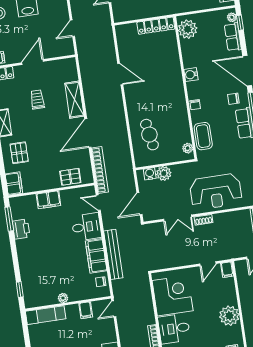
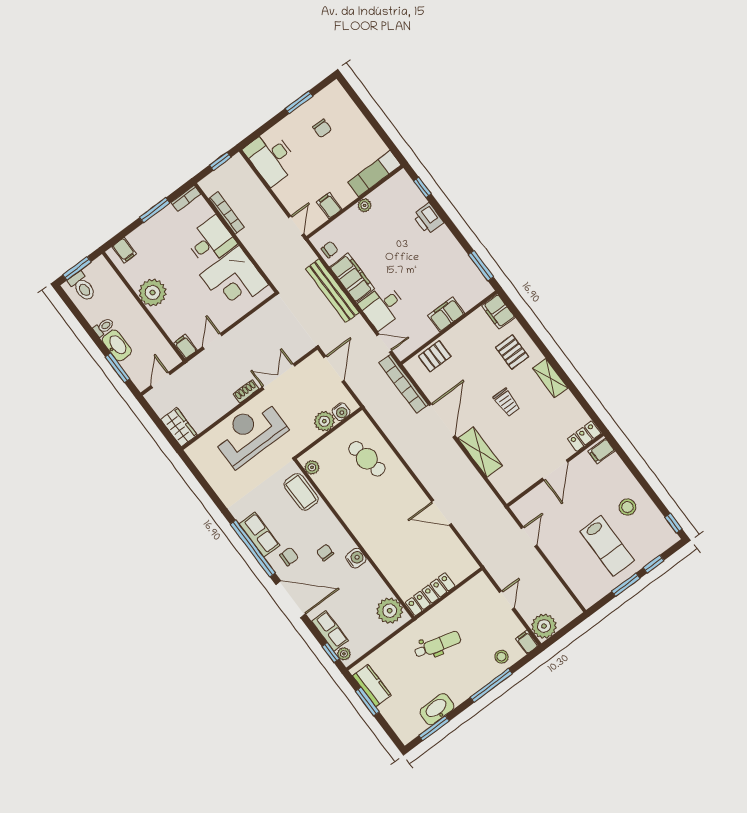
trolley: (37, 100) -> (507, 402), moved
chair: (195, 105) -> (325, 553), moved
printer: (21, 229) -> (428, 219), moved

